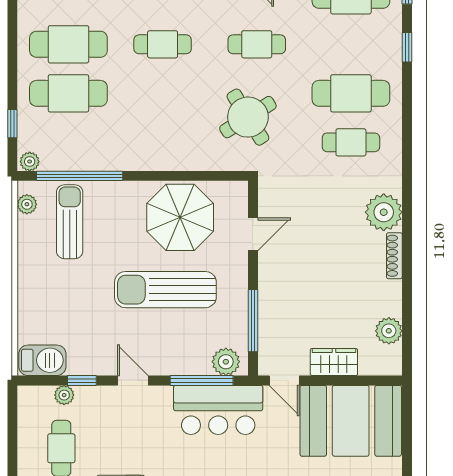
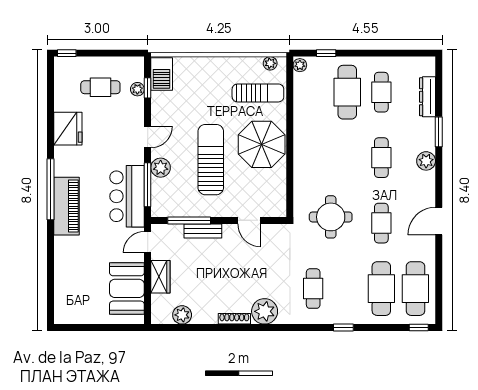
cafe table: (68, 44) -> (381, 92), width x0.73, depth x0.74
window: (407, 47) -> (343, 328), moved
cafe table: (351, 93) -> (381, 289), moved
round table: (248, 117) -> (331, 217), turned 32
window: (80, 176) -> (290, 100), removed
parasol: (180, 217) -> (262, 144), moved
bench: (268, 301) -> (203, 231), added
plant: (226, 362) -> (161, 168), moved
window: (82, 380) -> (148, 88), moved
booth: (351, 421) -> (127, 288), width x0.73, depth x0.70

